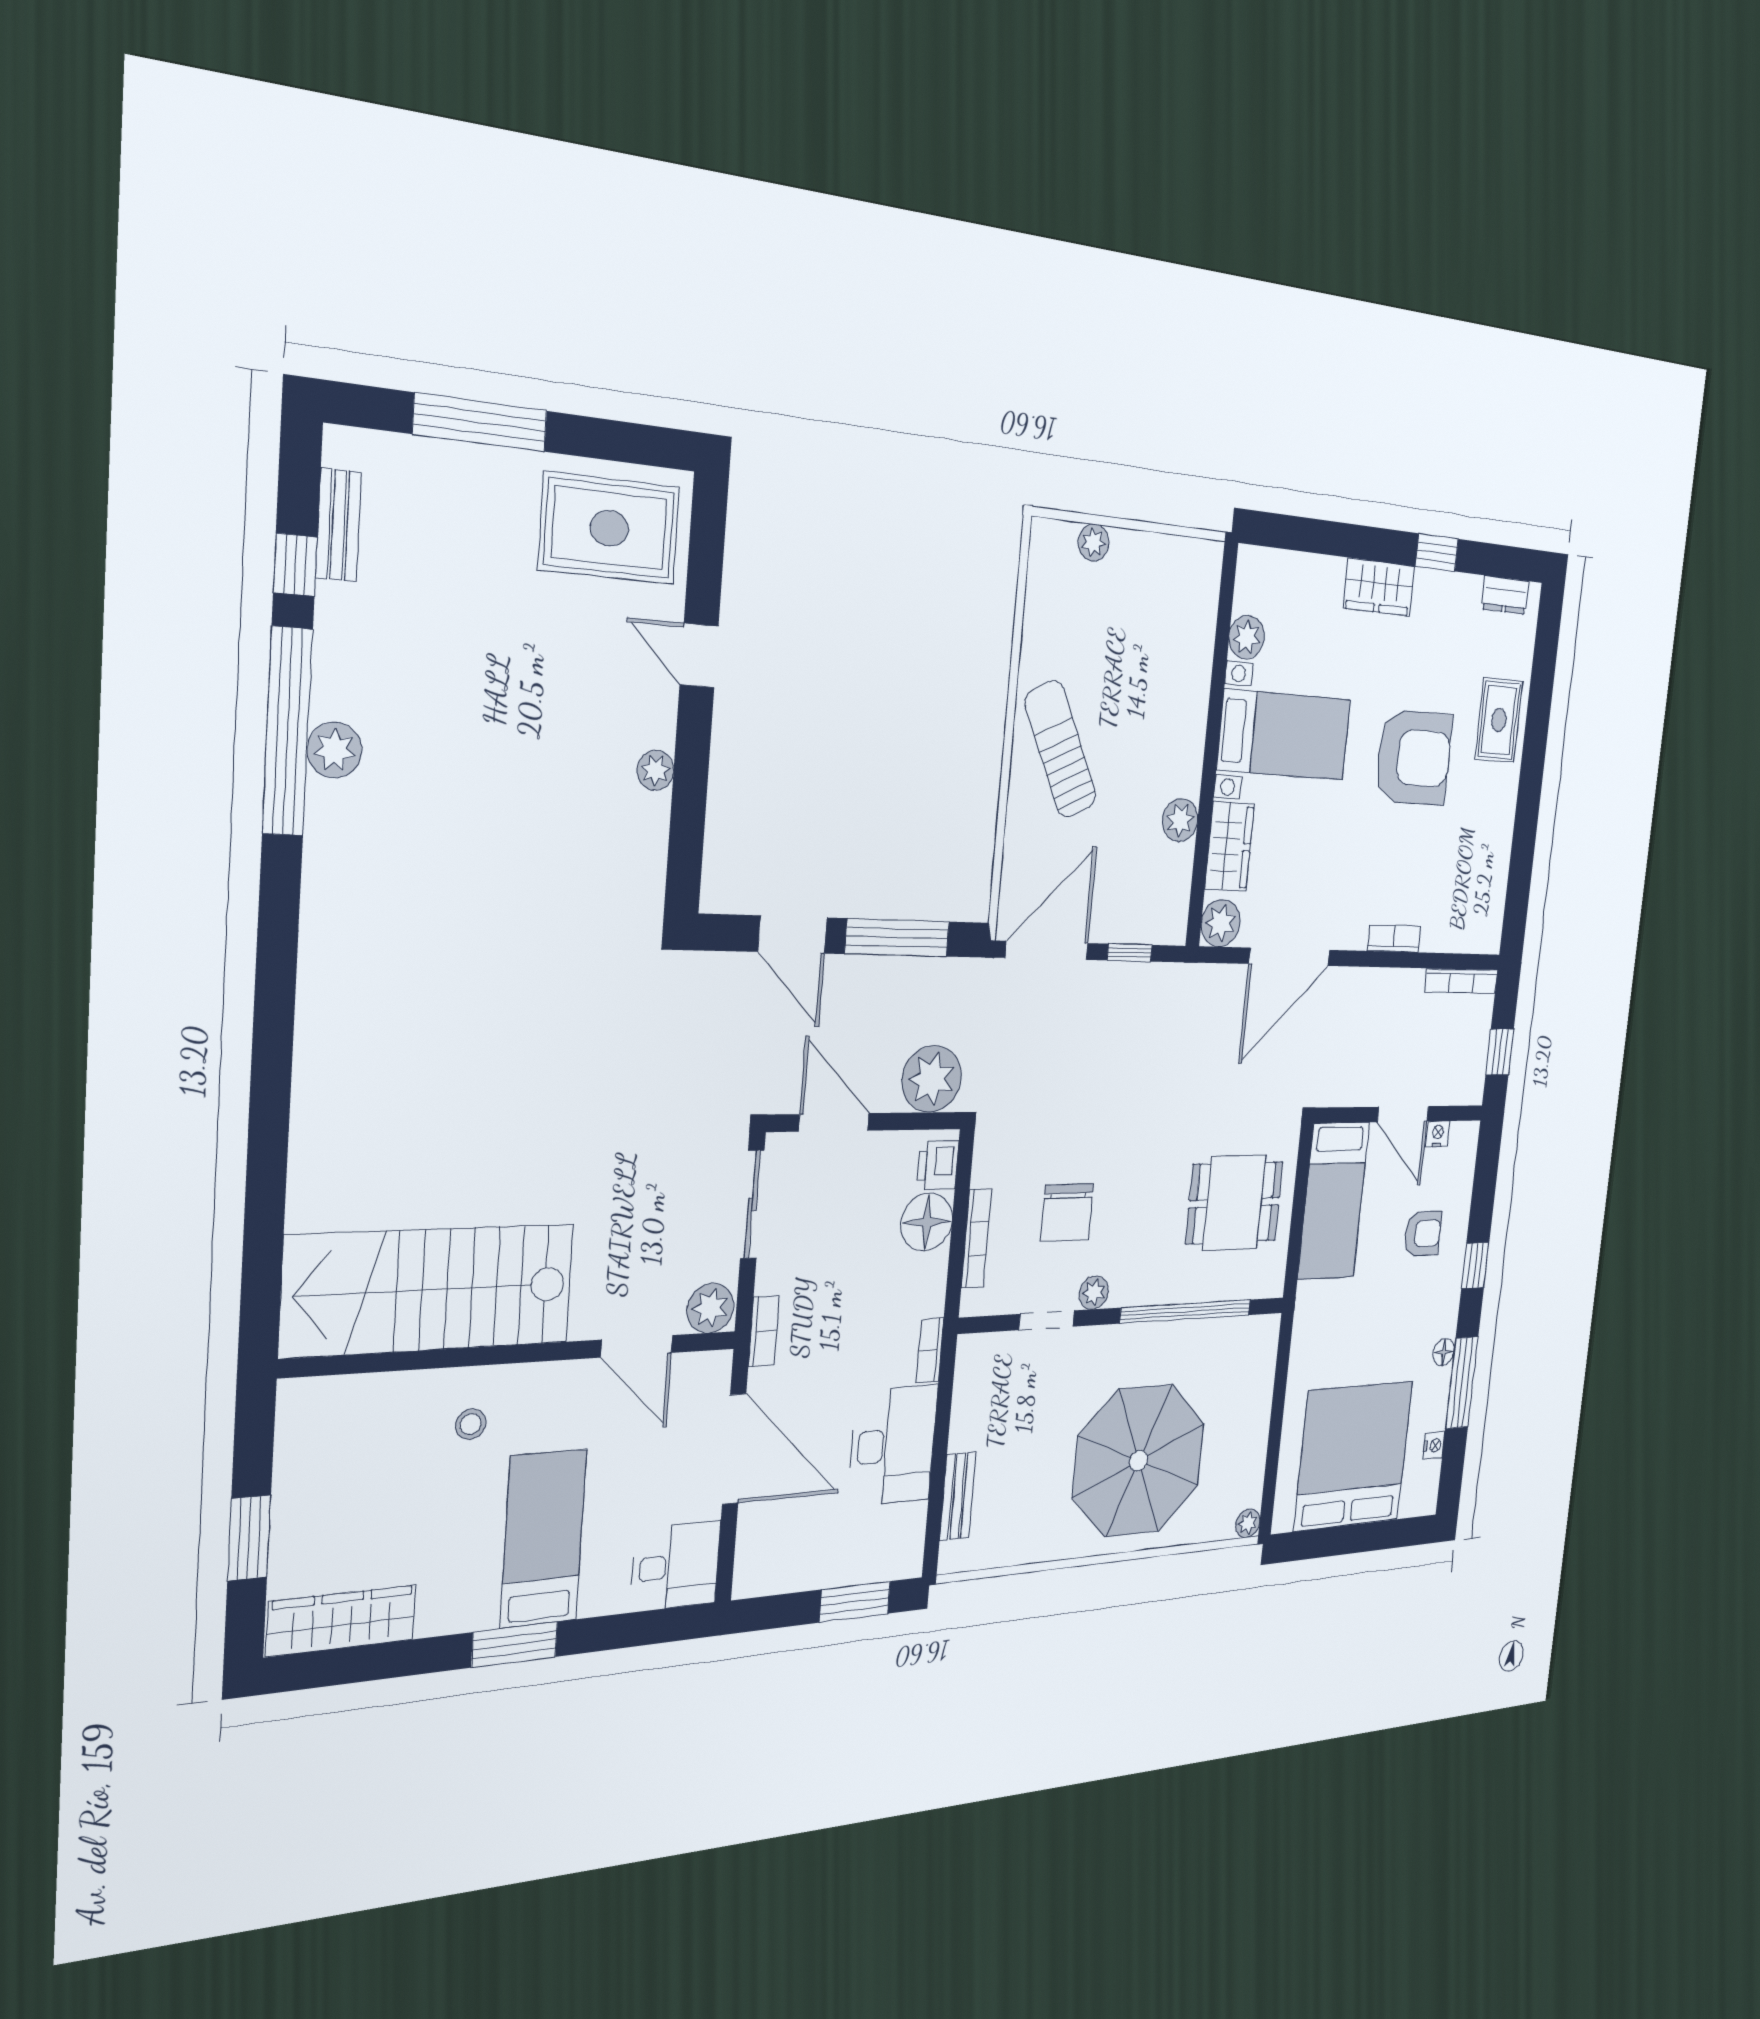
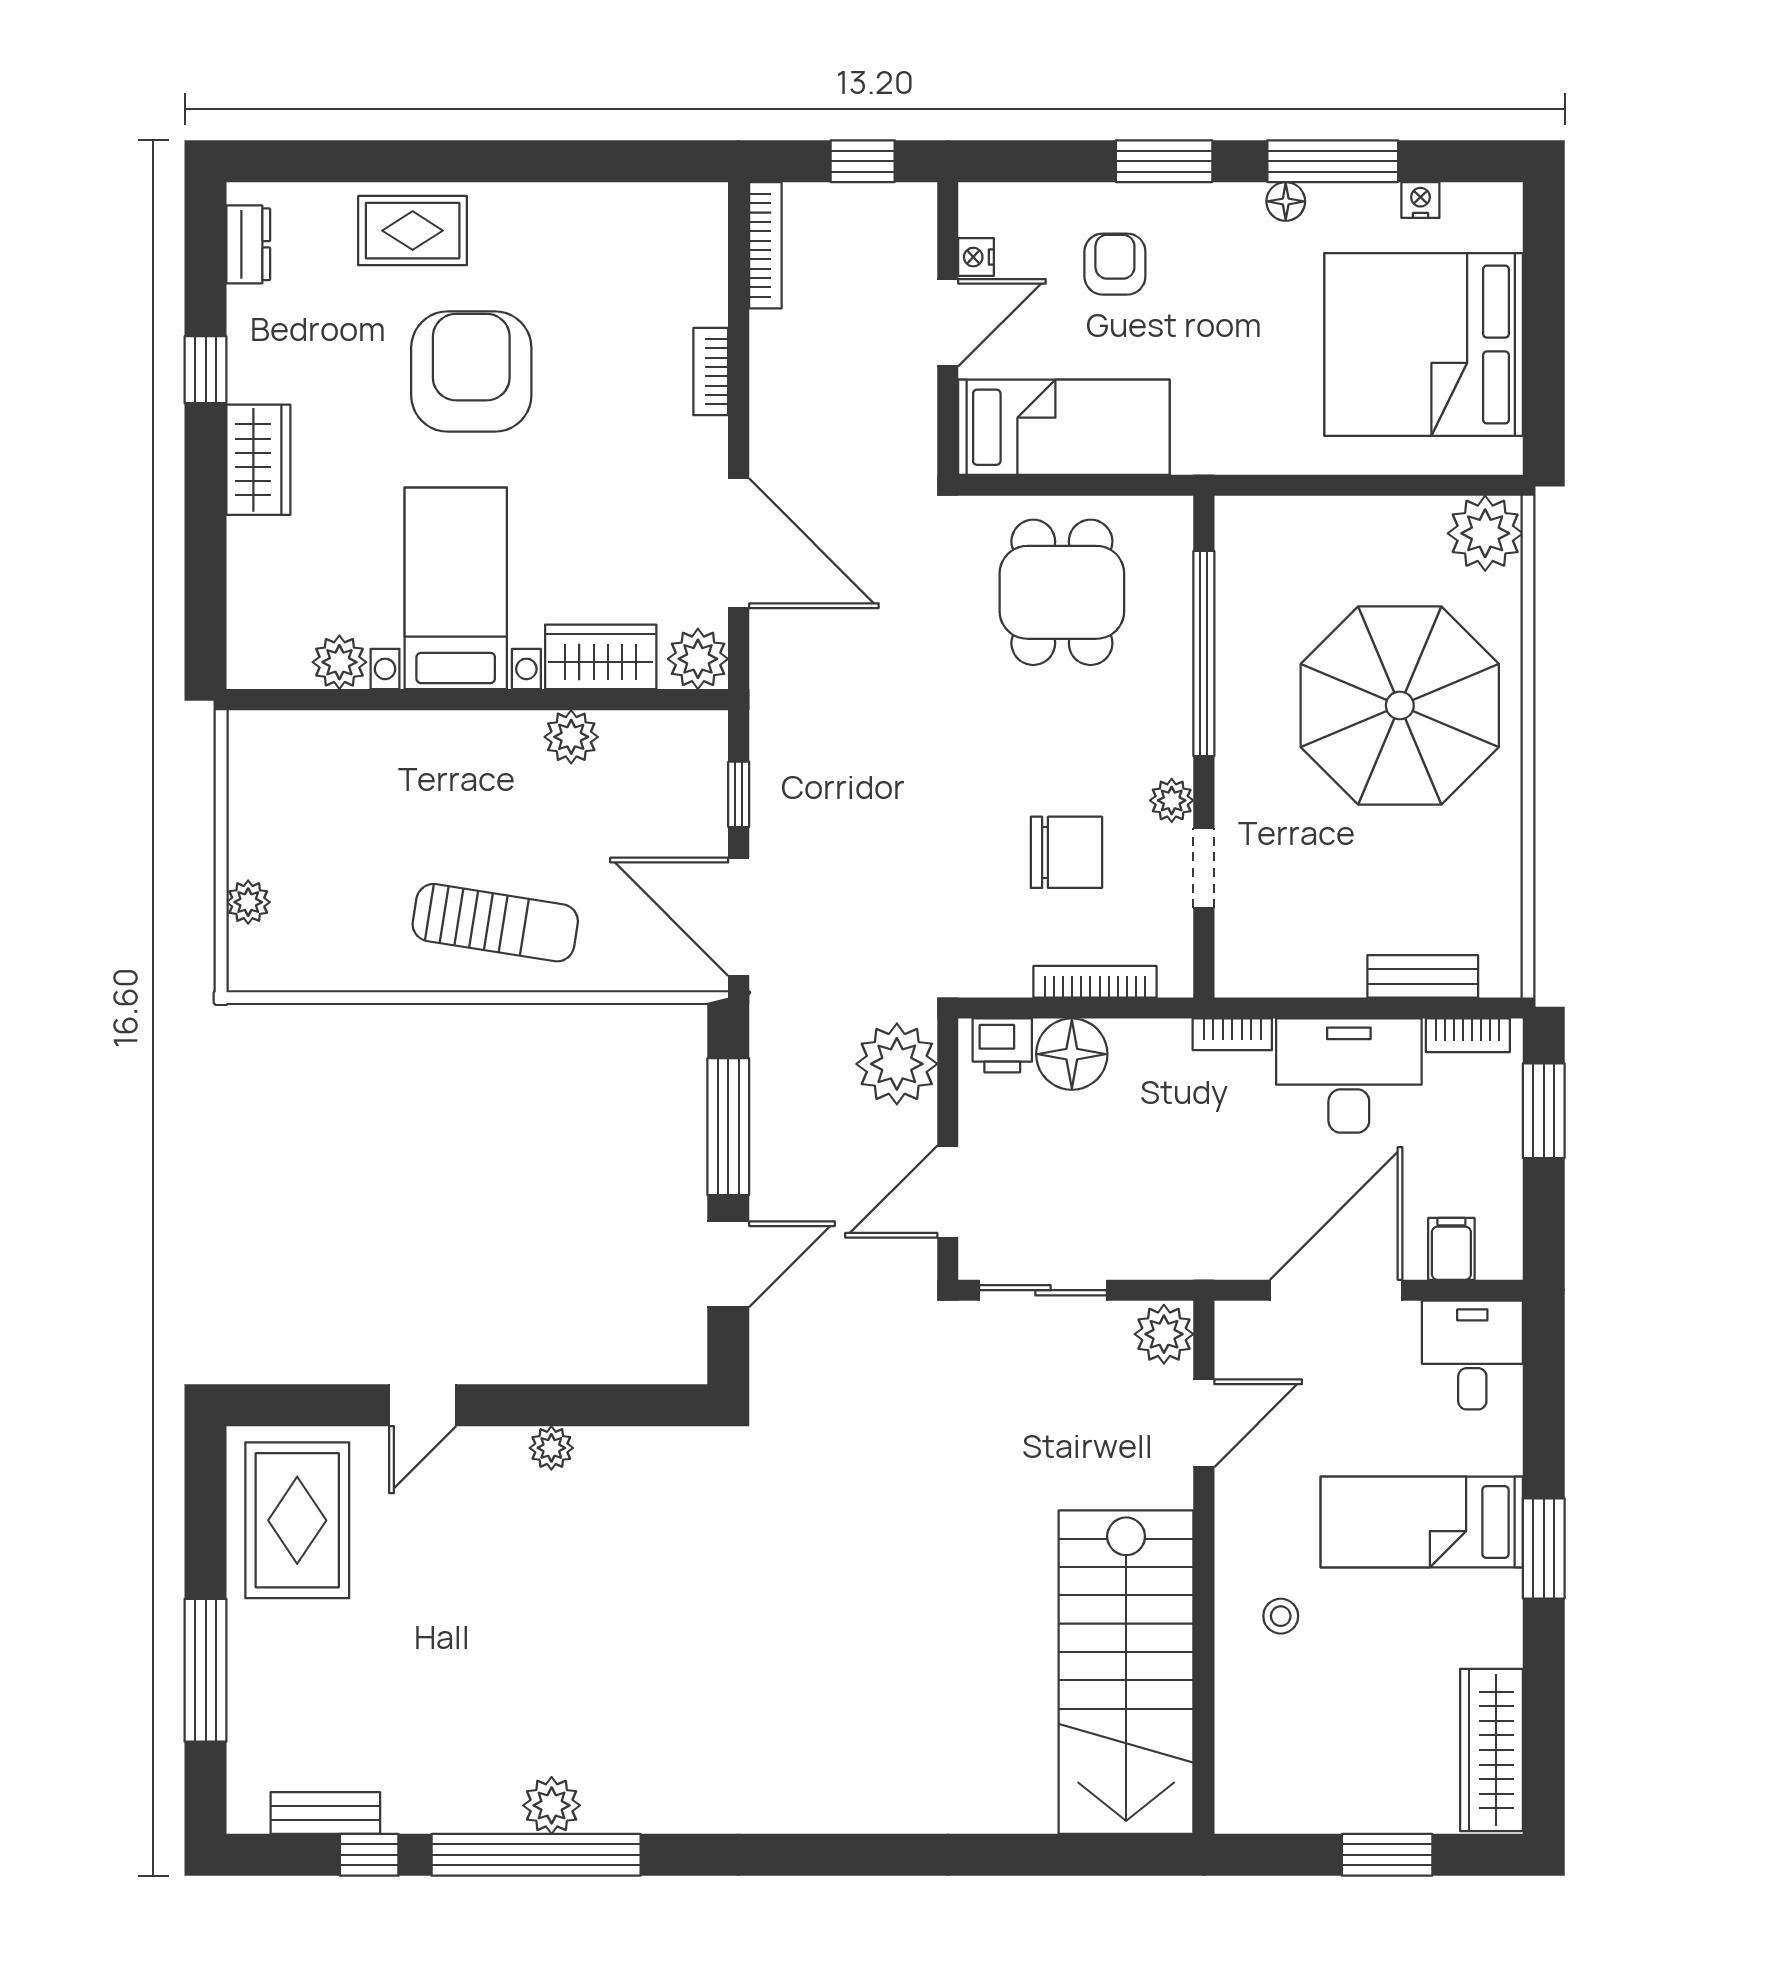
sun lounger: (1061, 749) -> (495, 923), turned -145
window: (1475, 1265) -> (1164, 161), width x1.50
bookcase: (764, 1331) -> (1468, 1035), moved, turned 180
plant: (1248, 1523) -> (1485, 533), width x1.88, depth x1.88
filing cabinet: (759, 1540) -> (1451, 1249), added

